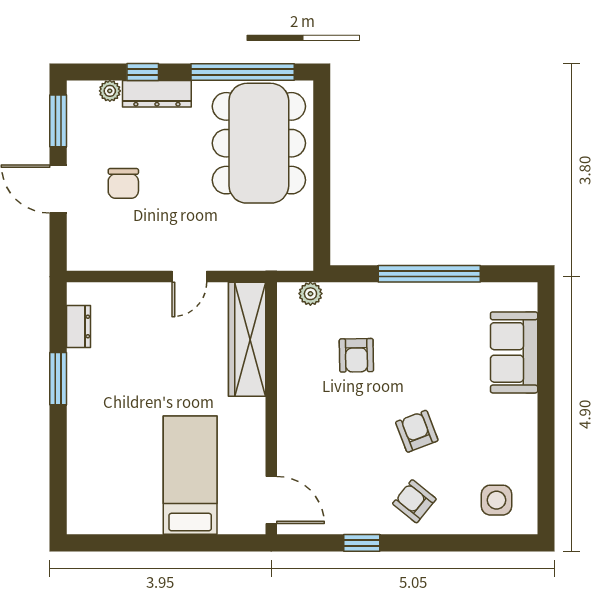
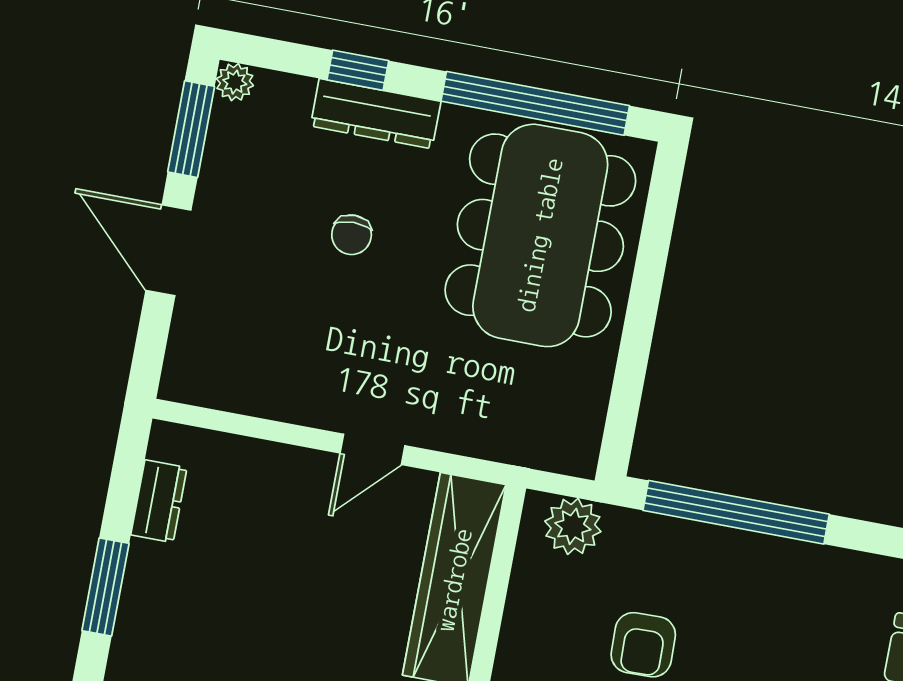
plant: (110, 91) -> (235, 82), moved
chair: (123, 183) -> (352, 235), moved, width x0.73, depth x0.73
window: (429, 274) -> (736, 512), moved
plant: (310, 294) -> (573, 526), width x1.38, depth x1.38

